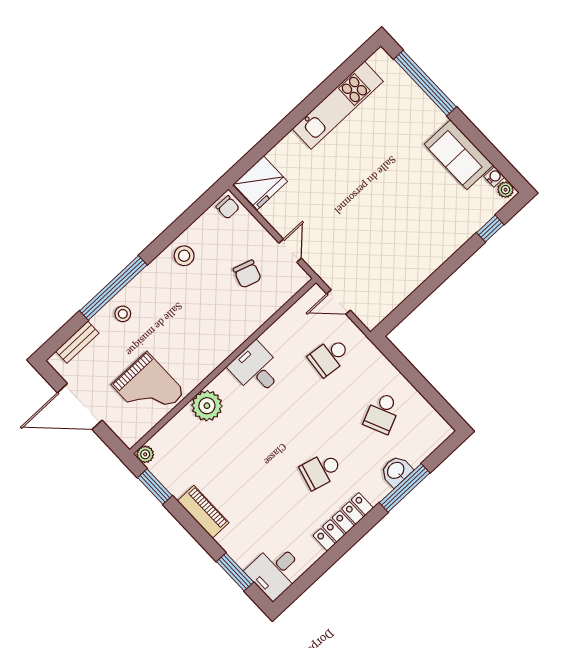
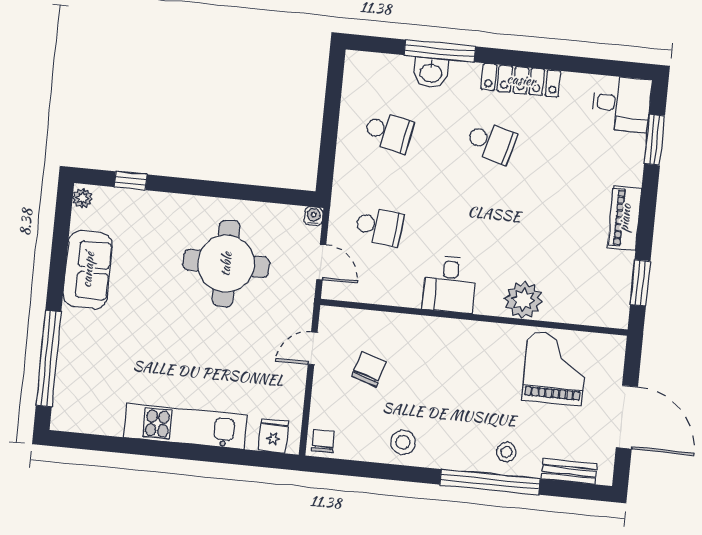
kitchen unit: (338, 105) -> (185, 426), moved
water cooler: (494, 177) -> (314, 216), moved, turned 90
fridge: (260, 183) -> (273, 436), width x0.53, depth x0.75
round table: (388, 243) -> (226, 264), added
school desk: (382, 413) -> (389, 132), turned 36
plant: (145, 454) -> (618, 318), removed

